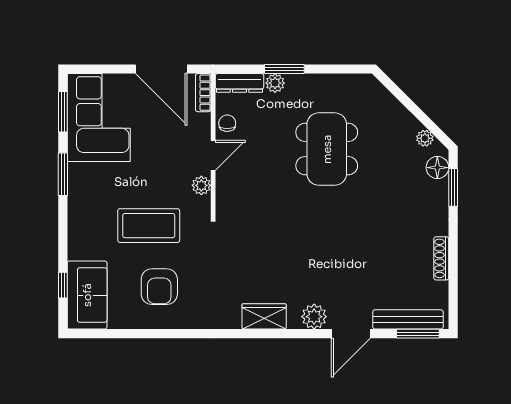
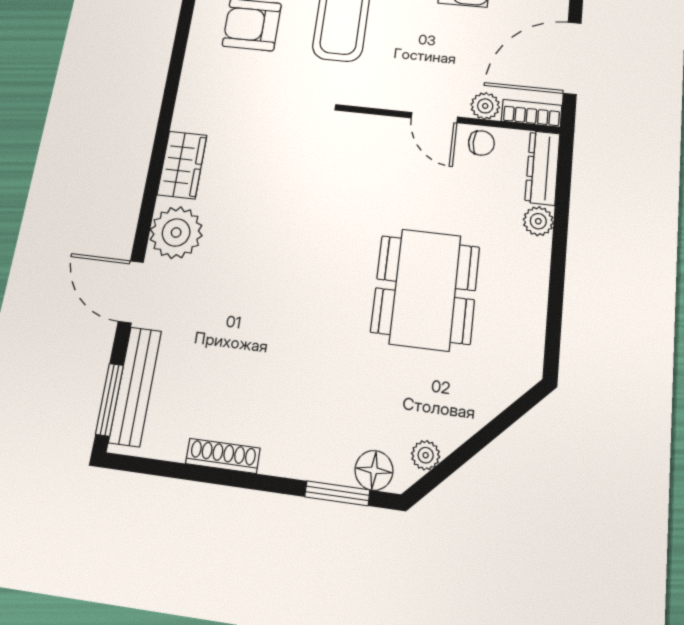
window: (284, 69) -> (560, 238), removed
dining table: (327, 149) -> (425, 289), turned 90
plant: (201, 185) -> (485, 106), moved
plant: (314, 317) -> (176, 233), width x1.36, depth x1.36

